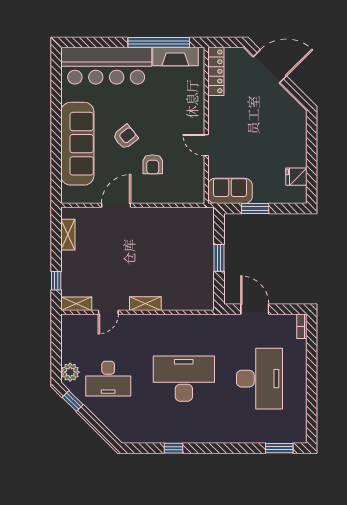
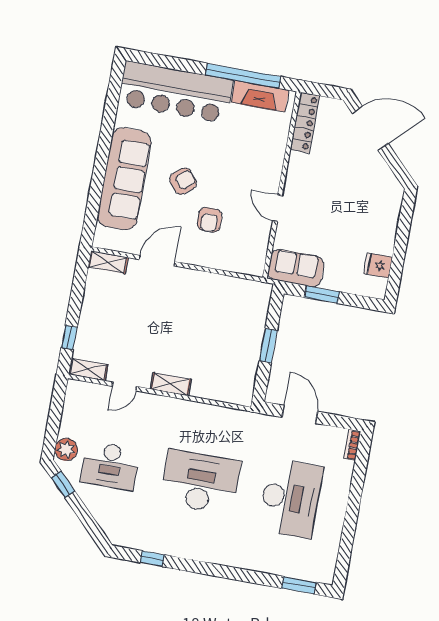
shelving: (68, 235) -> (108, 262), moved, turned 90
window: (174, 448) -> (152, 559), moved

